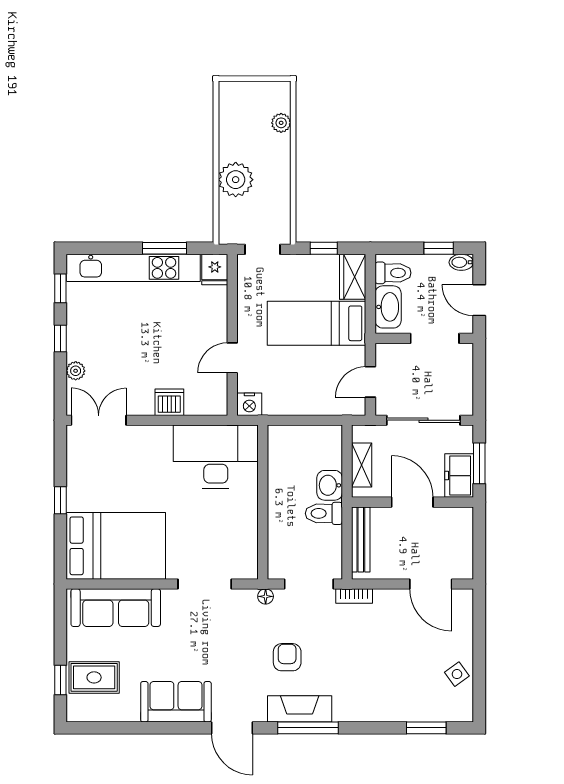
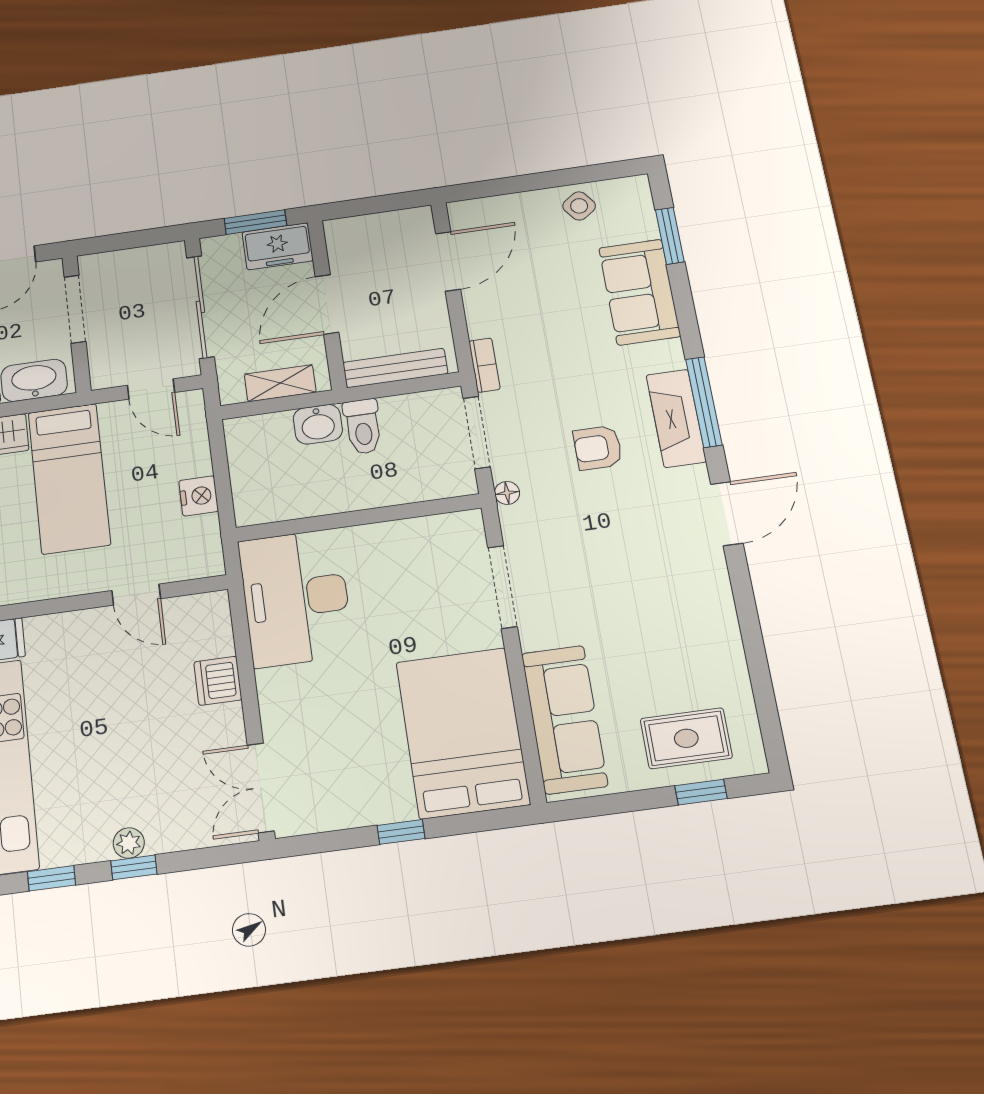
plant: (76, 371) -> (129, 843), moved
nightstand: (249, 404) -> (199, 496), moved
rug: (94, 677) -> (686, 738), turned 90
sofa: (176, 702) -> (640, 292), moved

